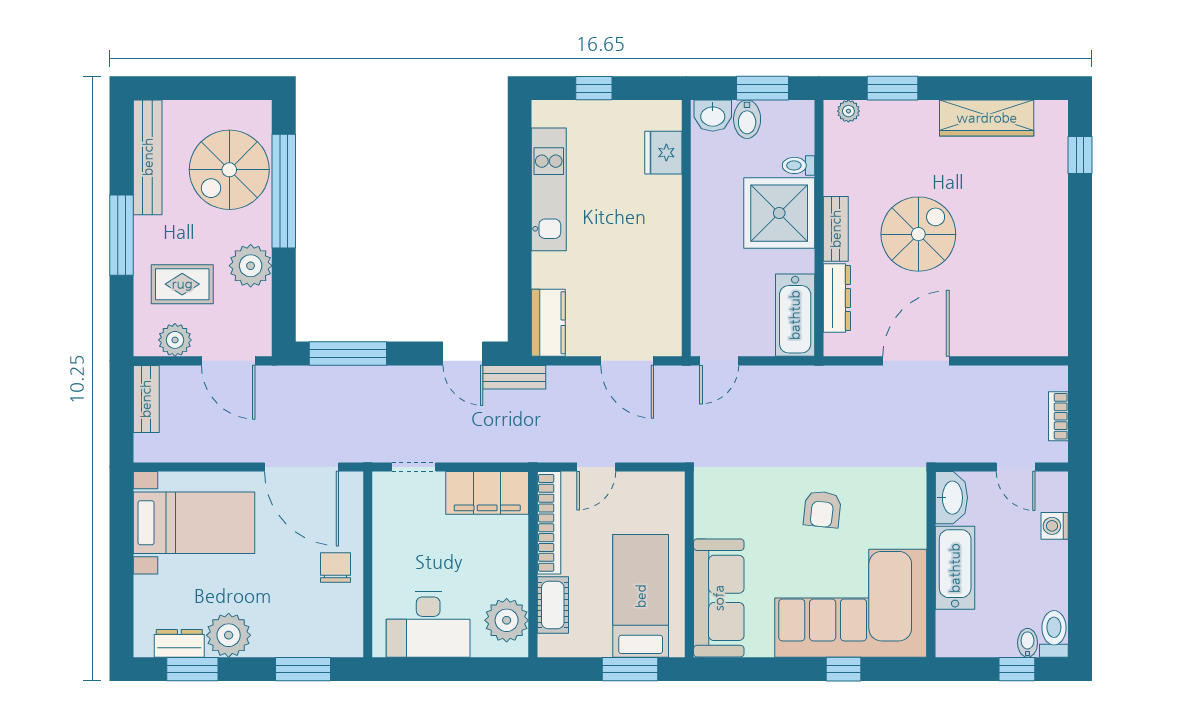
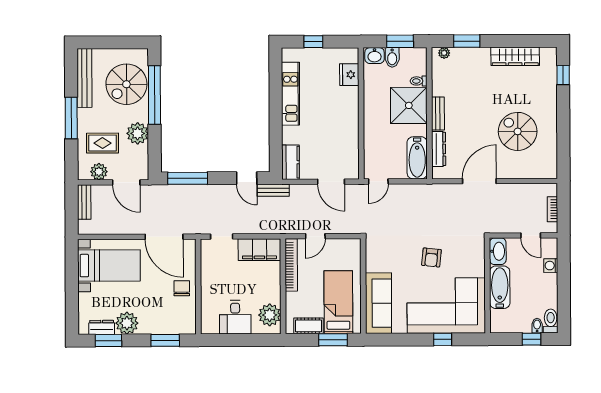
spiral stairs: (918, 234) -> (518, 131), moved, turned -90
cot: (553, 605) -> (308, 326), moved, turned 90
desk: (428, 624) -> (235, 317), width x0.73

